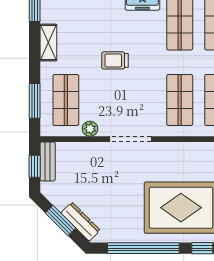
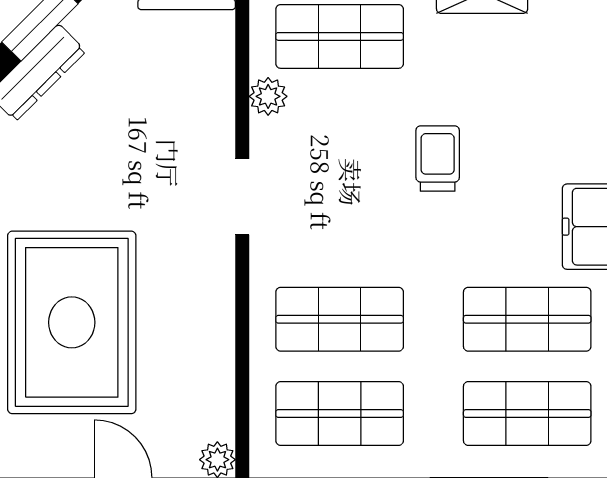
doorway: (130, 139) -> (242, 197), width x0.73

